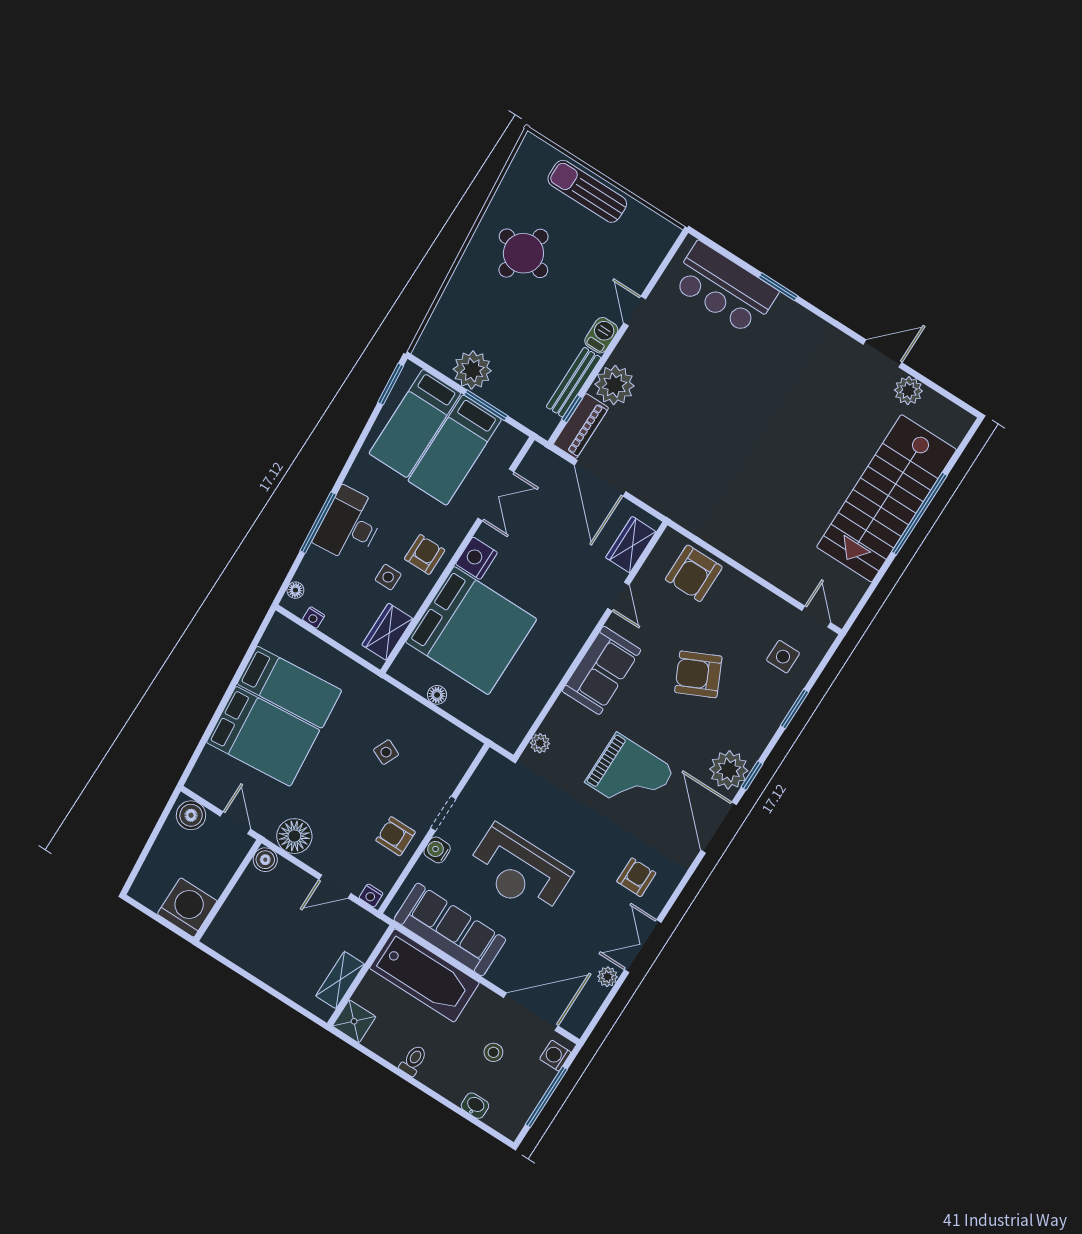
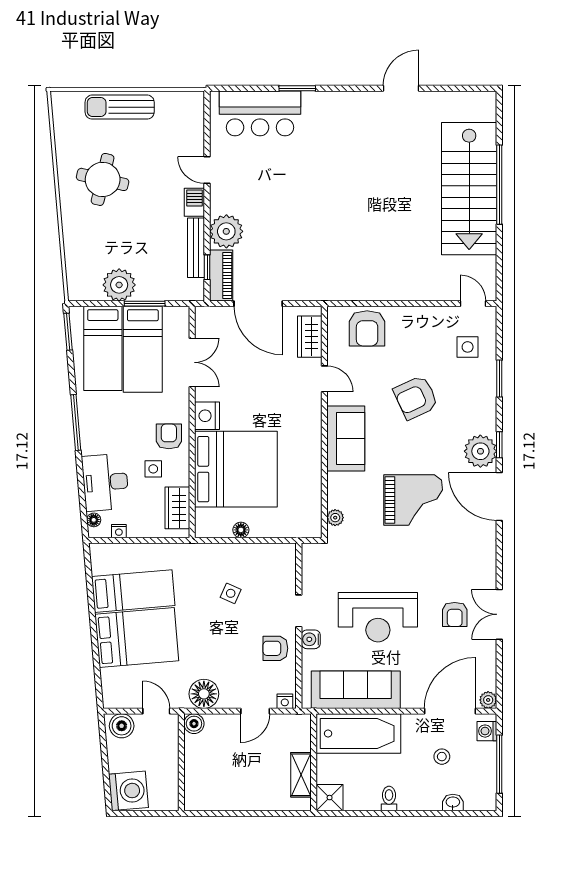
plant: (908, 391) -> (436, 103), removed
window: (318, 523) -> (76, 423), moved
desk: (350, 525) -> (105, 482), moved
armchair: (636, 877) -> (455, 614), moved, turned 180
washing machine: (187, 907) -> (128, 791), moved, turned 85
plant: (607, 977) -> (488, 700), moved

